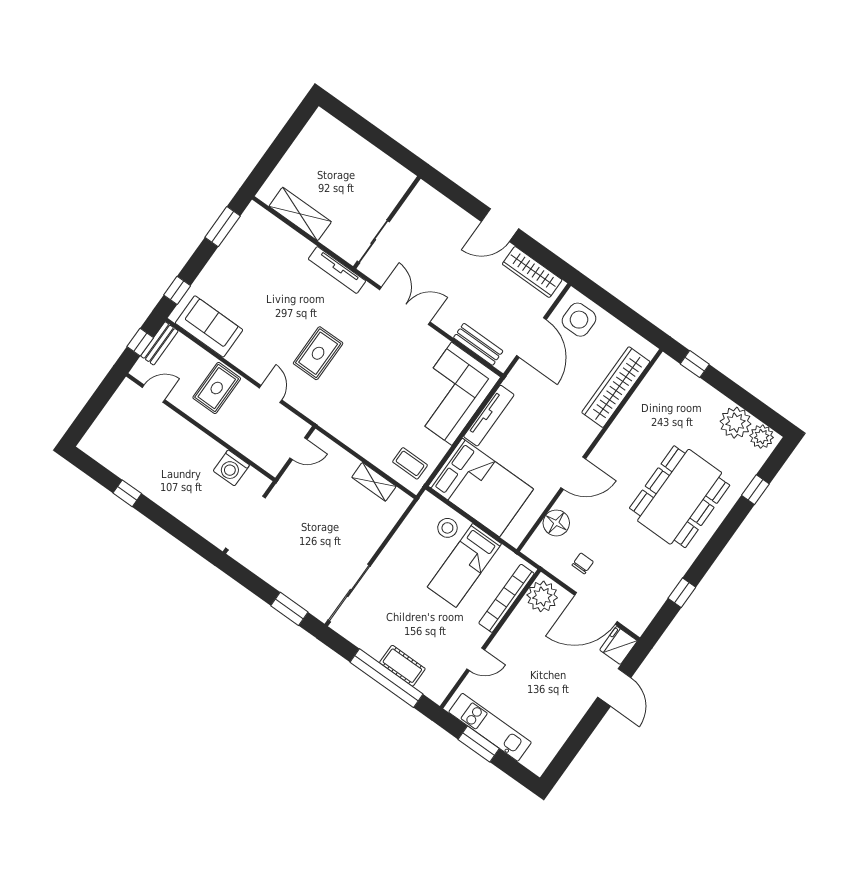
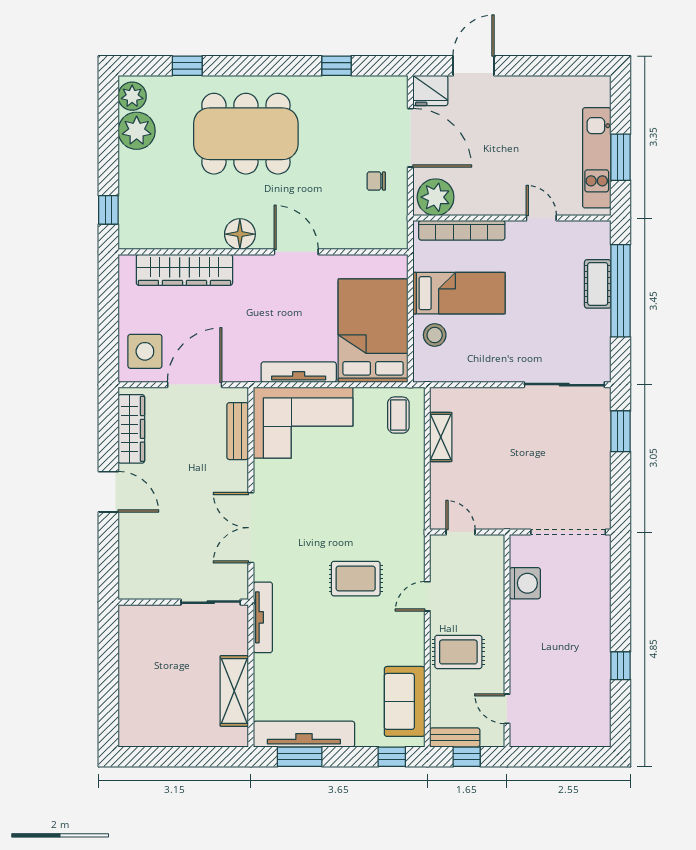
tv unit: (236, 241) -> (304, 734), added
floor lamp: (556, 523) -> (240, 234), moved

